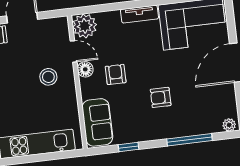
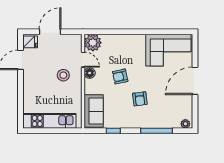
tv unit: (139, 14) -> (132, 39), removed
armchair: (116, 74) -> (120, 76), moved, turned -102
armchair: (161, 97) -> (140, 99), turned -97

